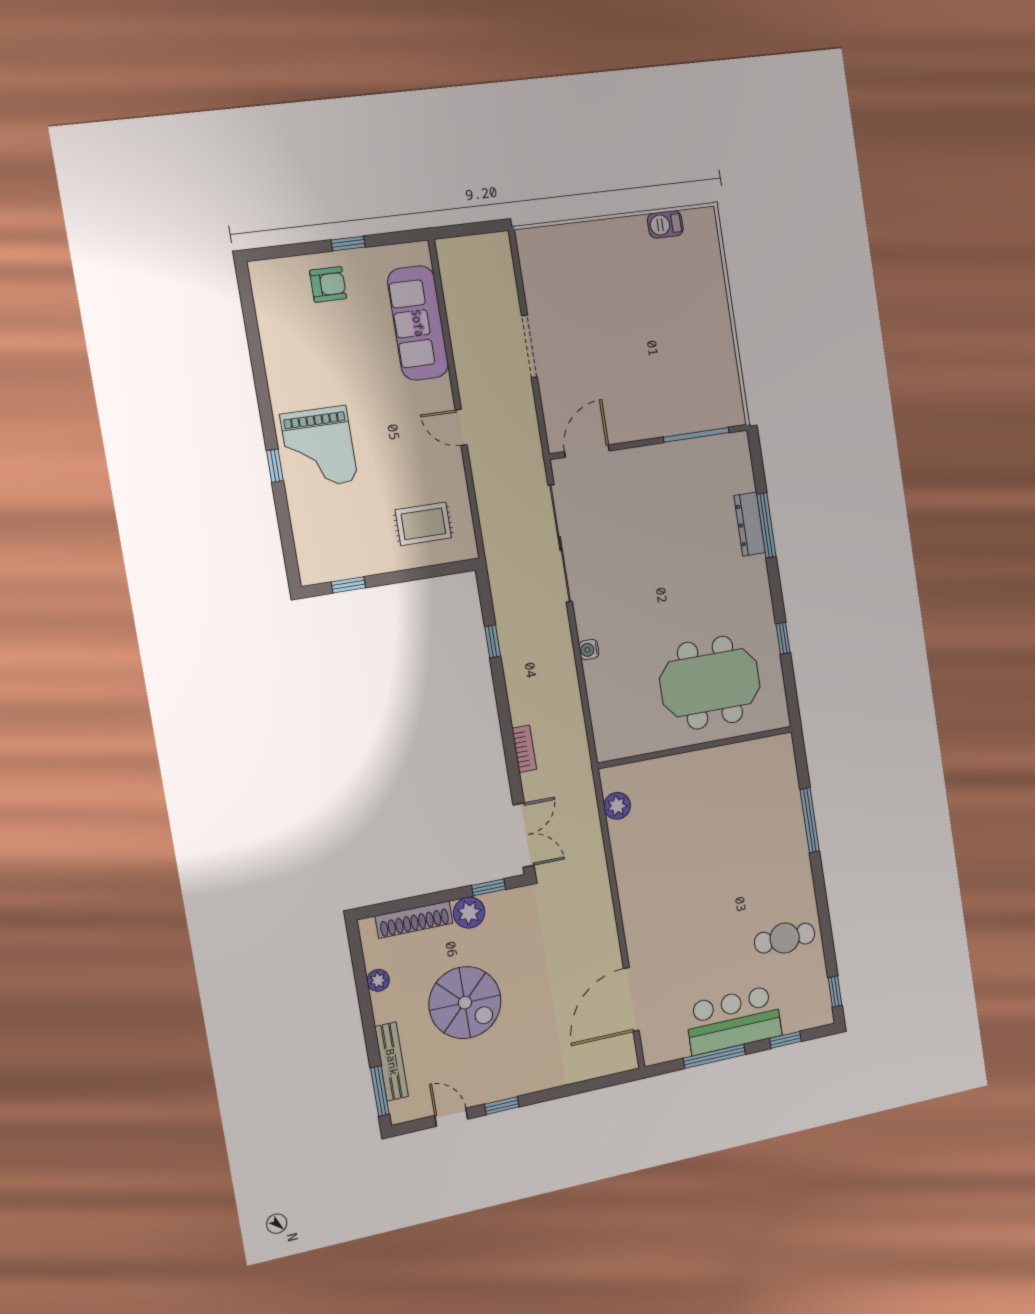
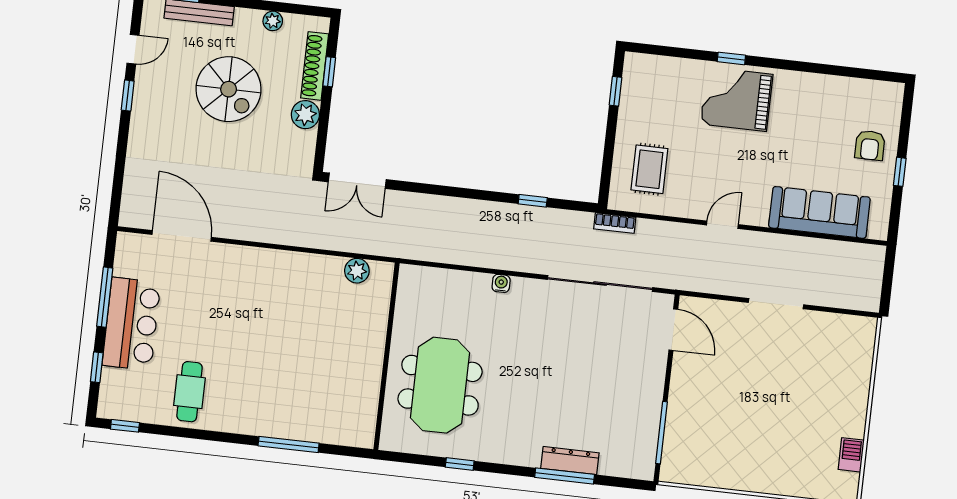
bookcase: (524, 749) -> (615, 223), moved
window: (489, 887) -> (329, 72), moved
spiral stairs: (465, 1003) -> (229, 89), turned -90

